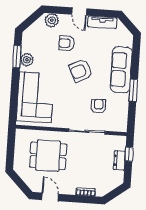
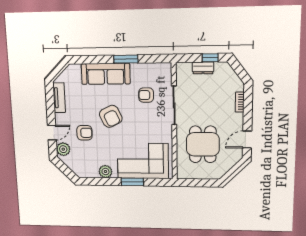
door: (79, 12) -> (52, 133), moved
armchair: (67, 43) -> (84, 133), turned -90
window: (17, 57) -> (132, 182), moved
window: (129, 154) -> (210, 58), moved

